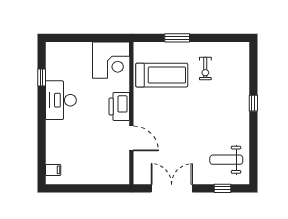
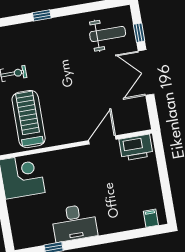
printer: (119, 106) -> (136, 148), moved
weight bench: (226, 160) -> (108, 34), turned -90
double door: (172, 188) -> (146, 73), moved

